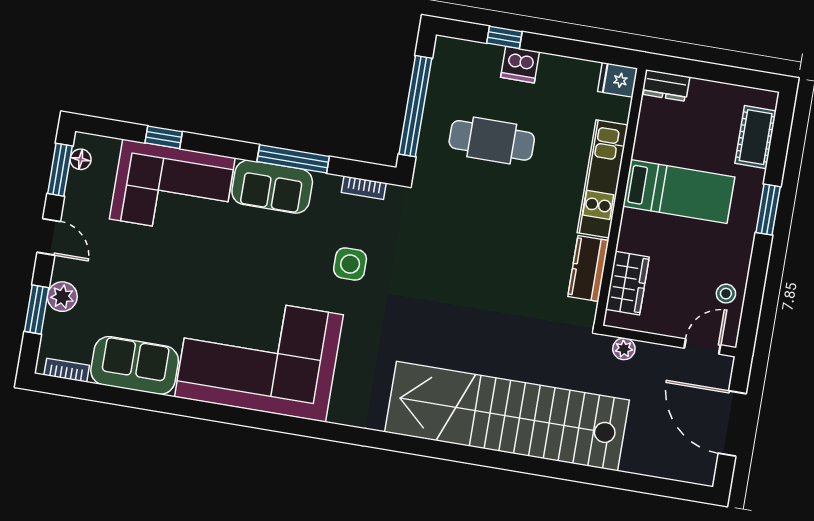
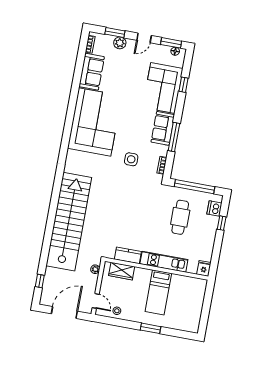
dishwasher: (520, 65) -> (214, 208), moved
dresser: (666, 86) -> (201, 288), removed
cot: (756, 137) -> (180, 324), removed
window: (655, 486) -> (40, 281), added

